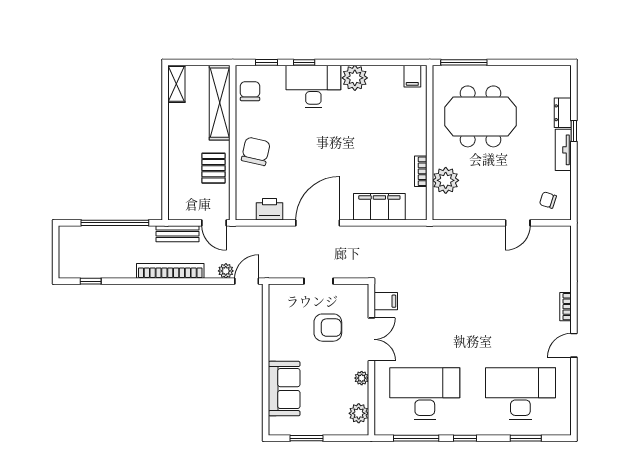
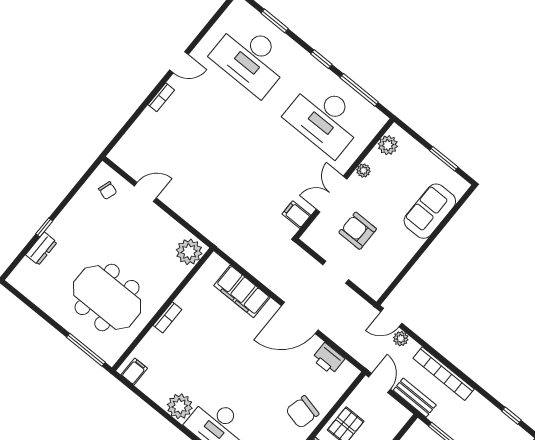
tv unit: (563, 150) -> (64, 220), removed
bookcase: (421, 171) -> (167, 317), moved
plant: (446, 180) -> (189, 252), moved

